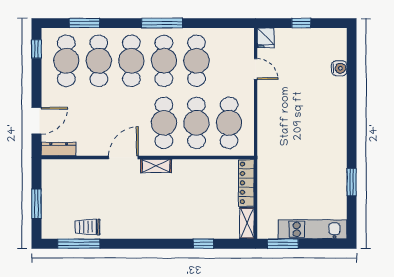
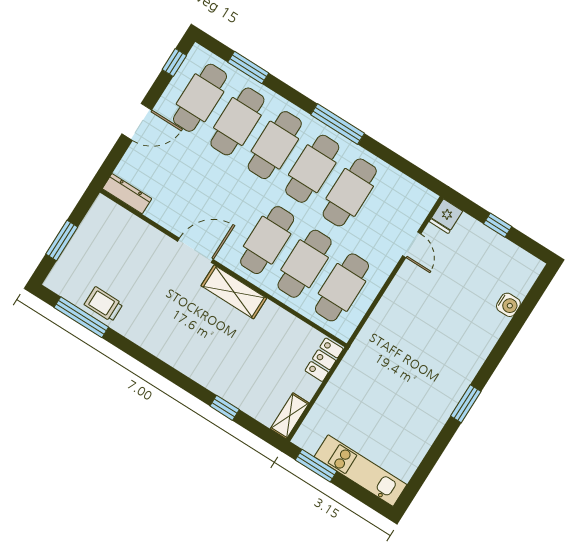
door: (36, 121) -> (137, 122), moved
shelving: (156, 166) -> (234, 292), width x1.50, depth x1.33
window: (352, 182) -> (466, 404), moved
locker: (246, 183) -> (324, 360), width x0.66

